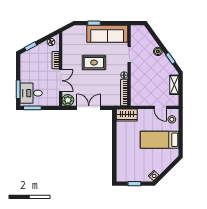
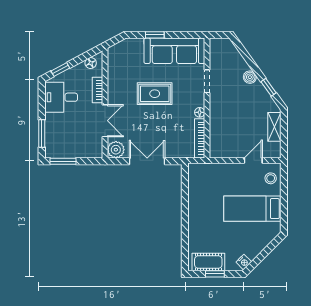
desk: (31, 93) -> (61, 97), moved
door: (160, 107) -> (253, 160), swing flipped
wardrobe: (127, 115) -> (204, 172), removed
cot: (130, 176) -> (208, 262), added

